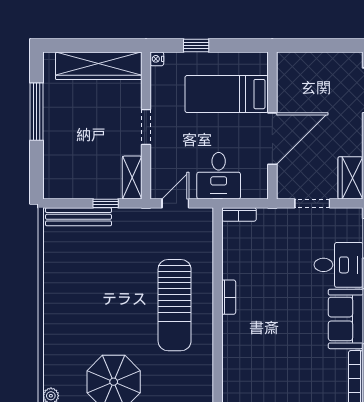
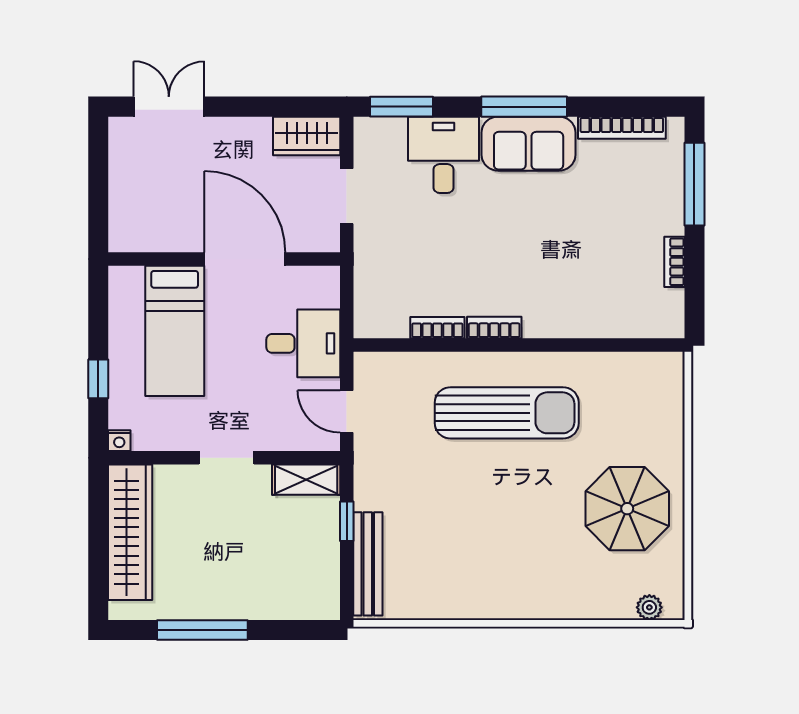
bookcase: (239, 214) -> (437, 328), moved, turned -90

